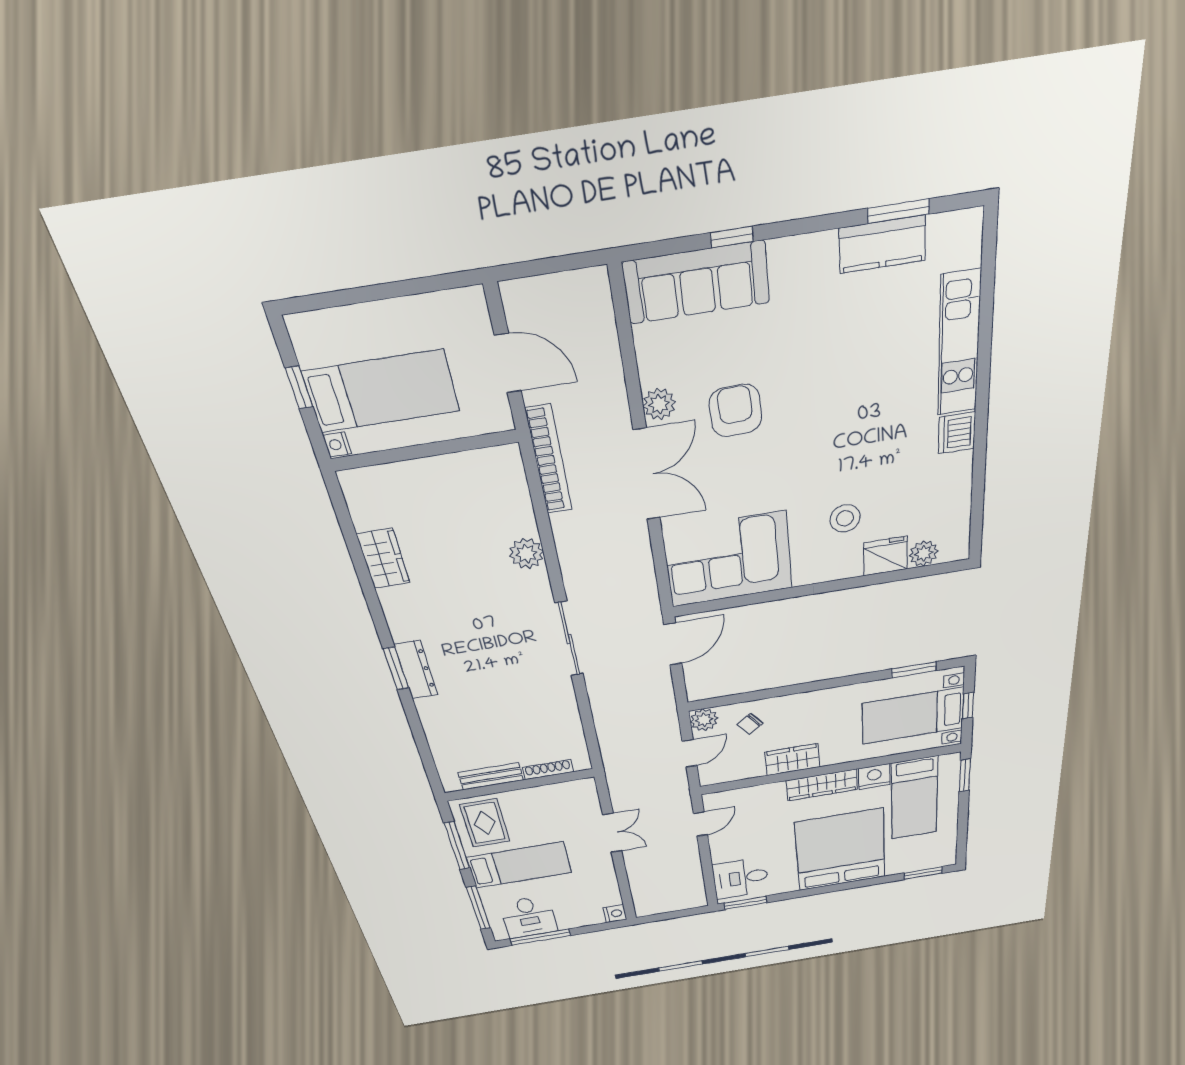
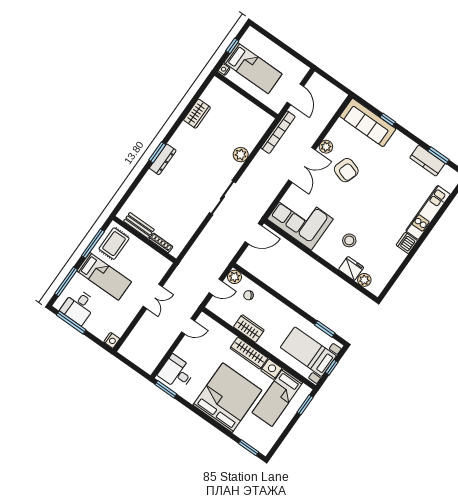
armchair: (736, 411) -> (346, 170), turned 110

